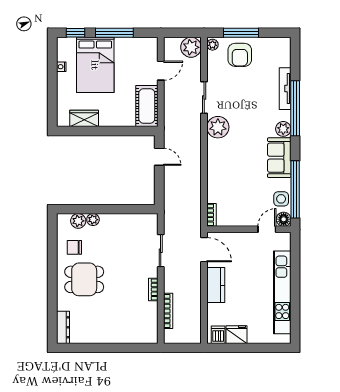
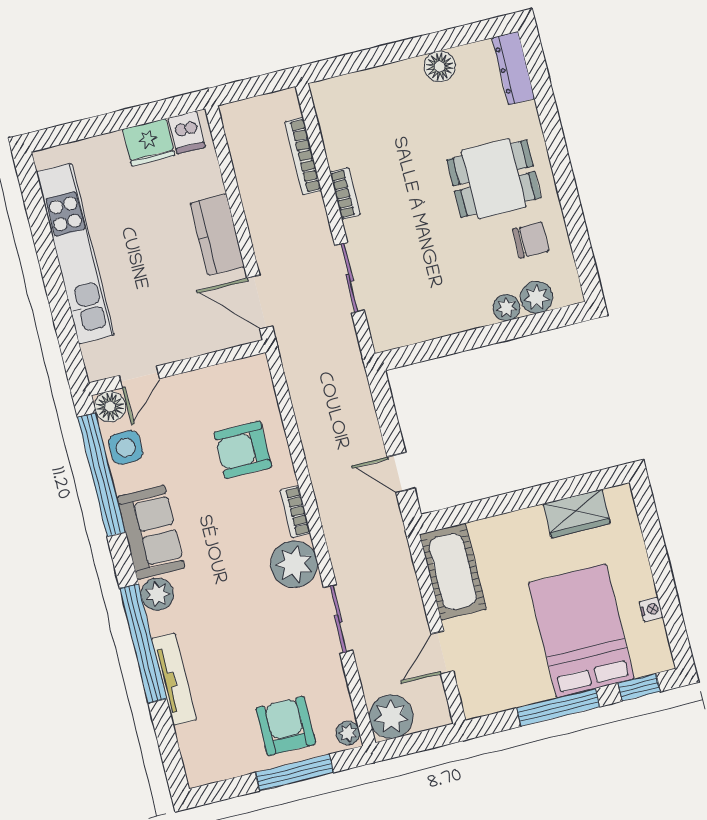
armchair: (228, 185) -> (243, 450), added
bookcase: (212, 215) -> (295, 512), moved
floor lamp: (96, 336) -> (440, 66), added

